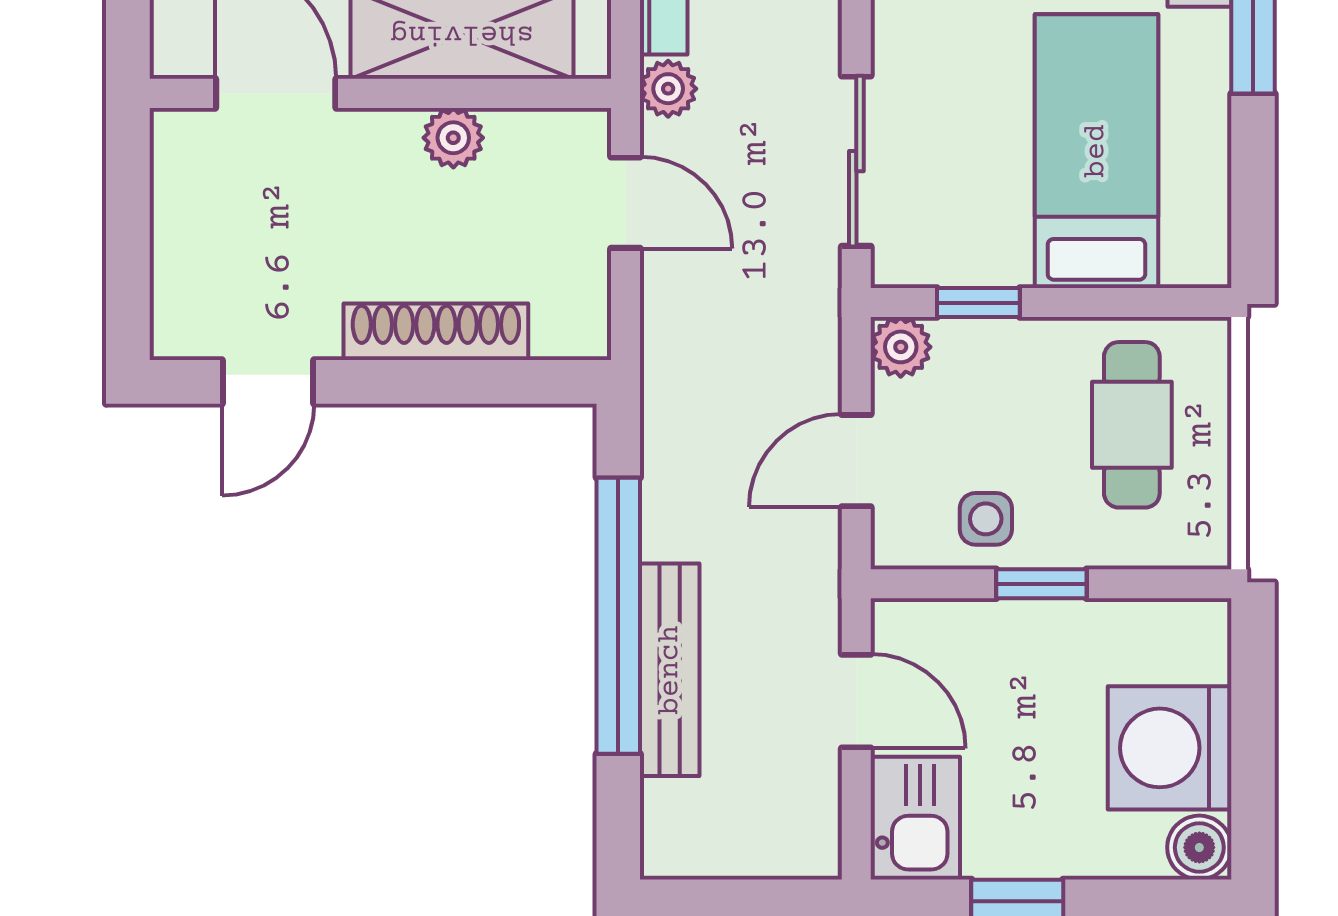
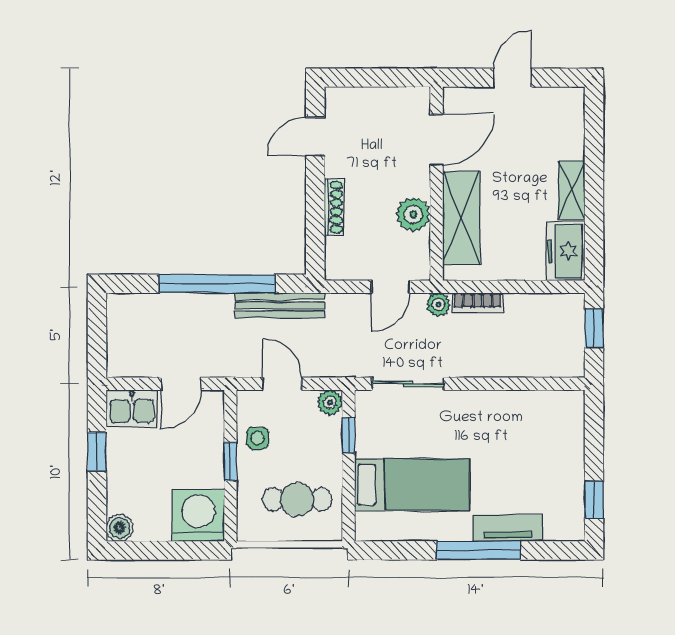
plant: (453, 138) -> (413, 214), width x1.38, depth x1.38
shoe rack: (436, 332) -> (334, 207), width x0.74, depth x0.81
door: (268, 382) -> (315, 137), hinge flipped
bench: (670, 670) -> (280, 305), moved
washing machine: (1170, 748) -> (198, 515), moved

